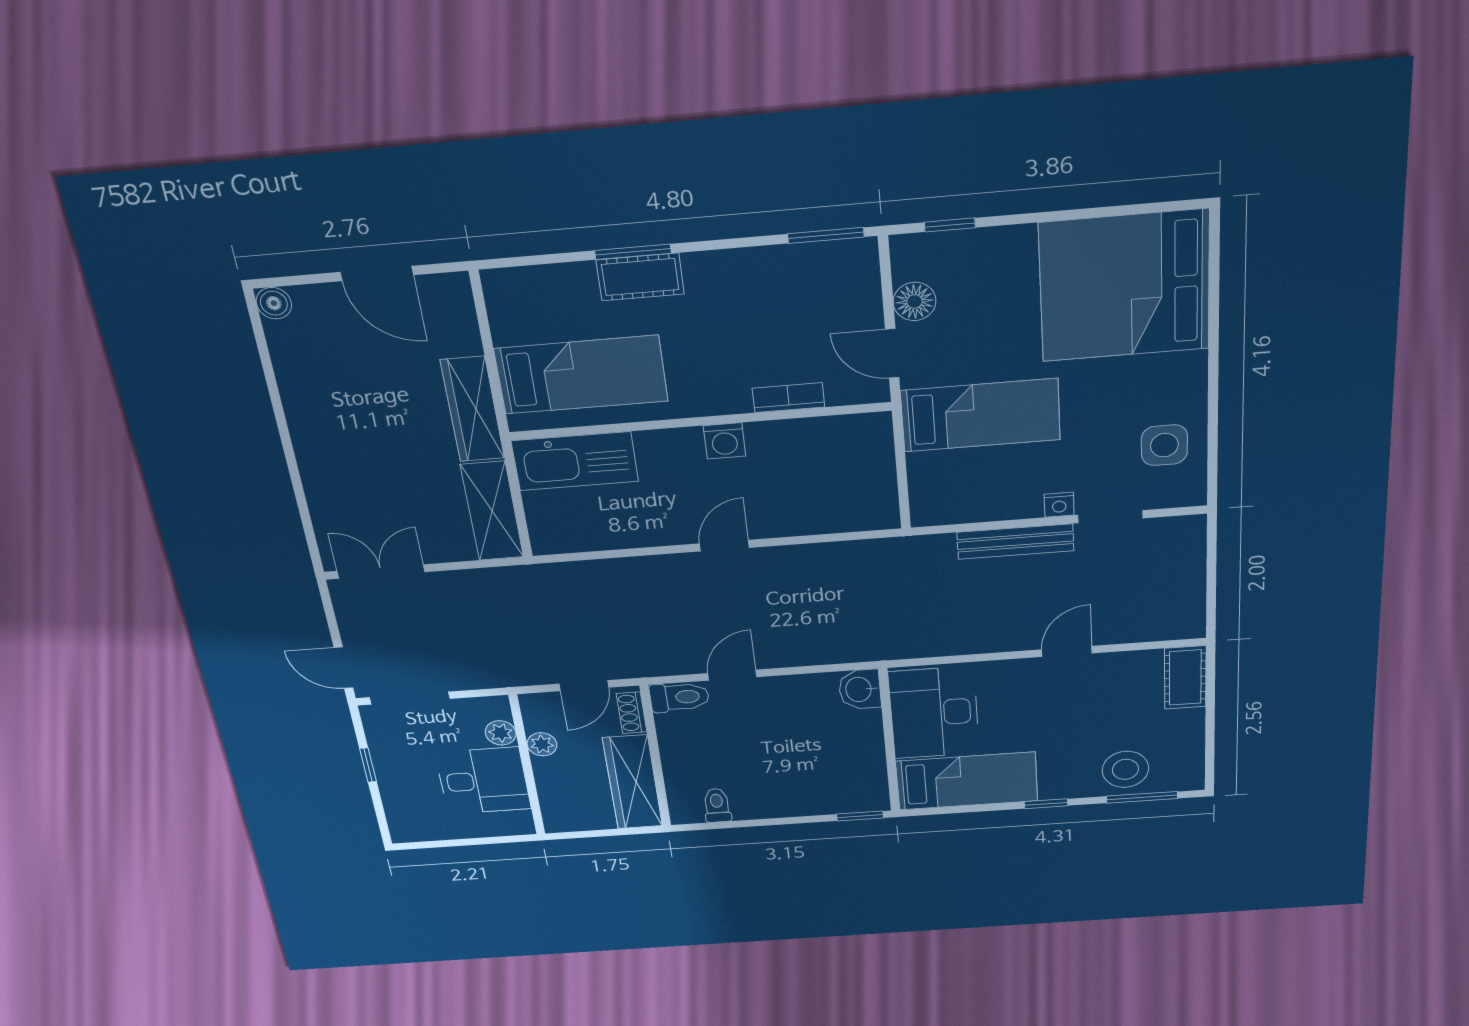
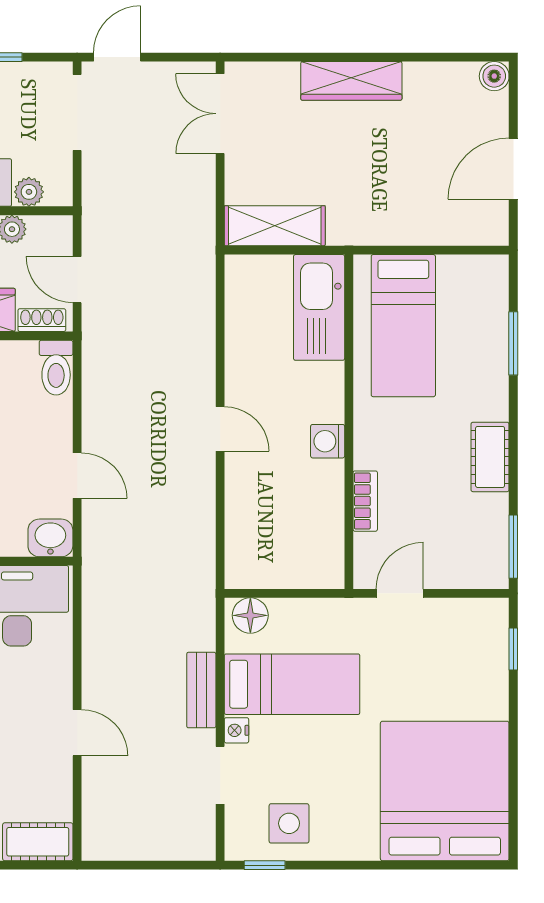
window: (633, 252) -> (513, 343), moved
cot: (640, 277) -> (490, 457), moved
floor lamp: (915, 301) -> (250, 615), moved
wardrobe: (473, 409) -> (351, 81), moved, turned 180
bed: (981, 415) -> (292, 684), moved, turned -90
window: (1212, 466) -> (265, 865), added
bench: (1015, 542) -> (201, 690), width x0.73
double door: (381, 571) -> (220, 114), swing flipped
door: (732, 675) -> (77, 476), moved

